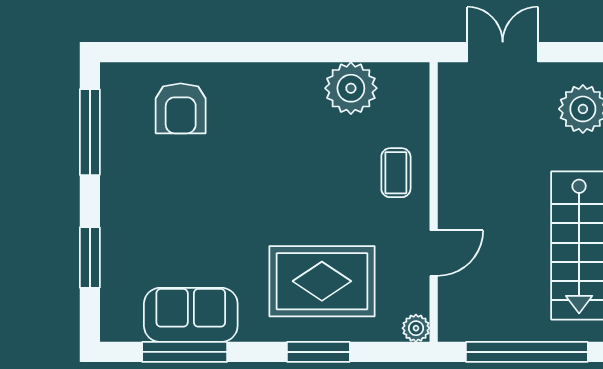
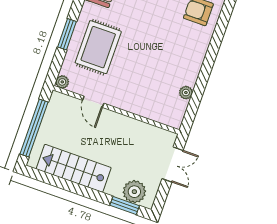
plant: (351, 88) -> (186, 93), width x0.53, depth x0.53
coffee table: (396, 173) -> (135, 98), removed

